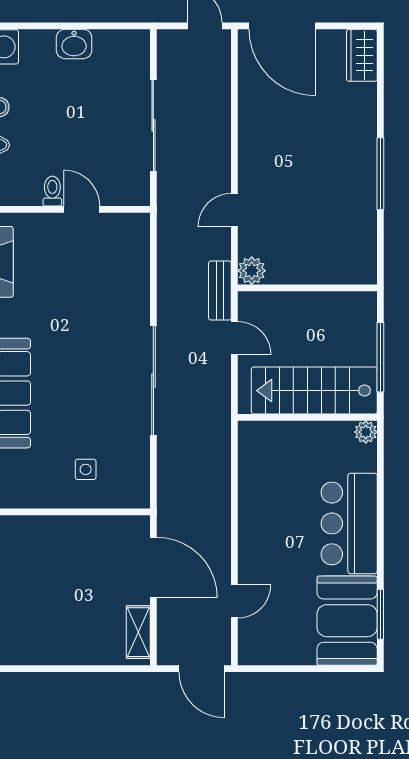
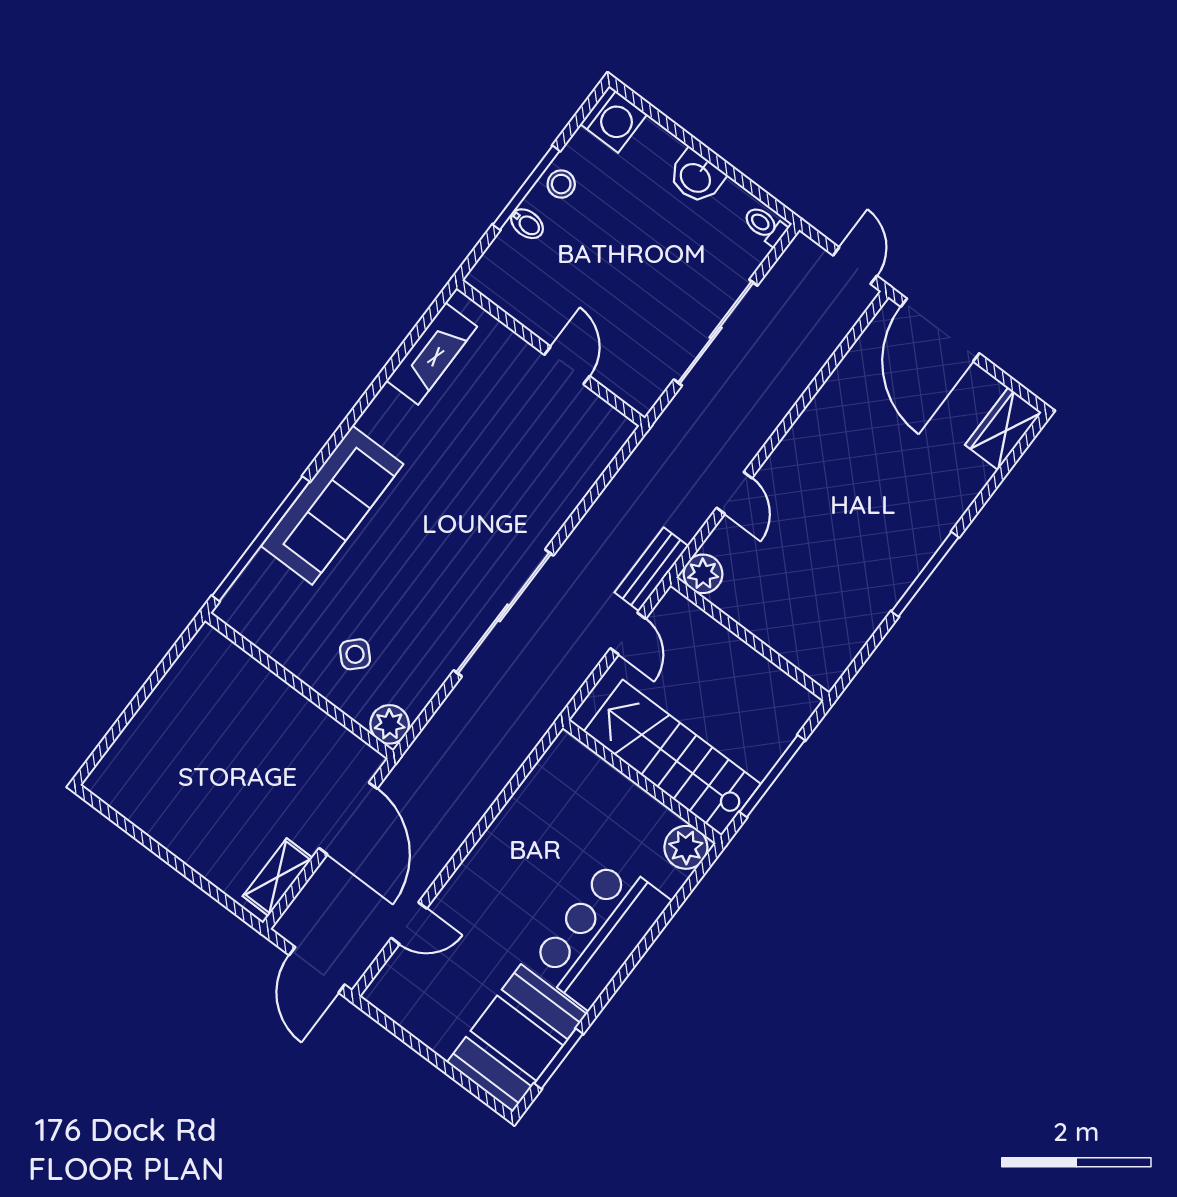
toilet: (52, 191) -> (765, 225), moved, turned -90
door: (234, 210) -> (734, 493), swing flipped
plant: (366, 432) -> (686, 847), width x1.38, depth x1.38
side table: (86, 469) -> (355, 654), turned 45
plant: (136, 495) -> (390, 724), added

